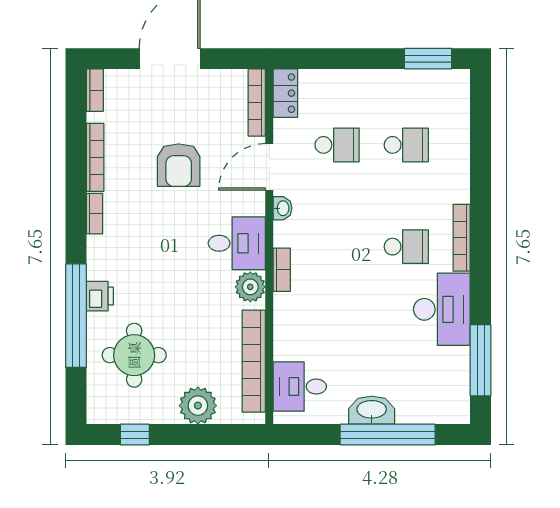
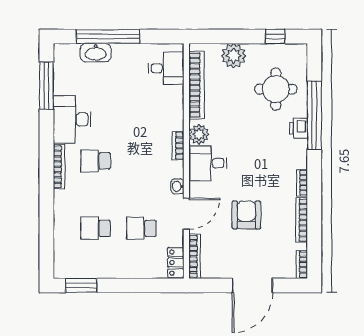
washbasin: (372, 410) -> (96, 53), moved

